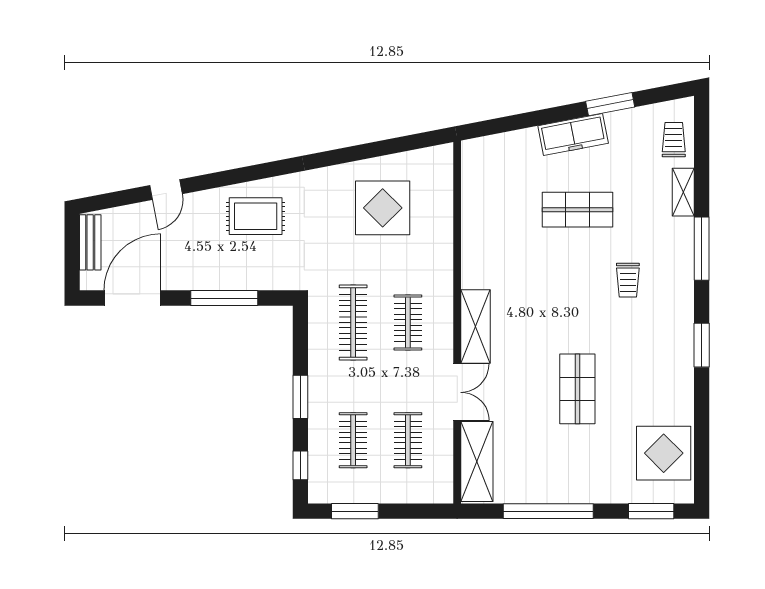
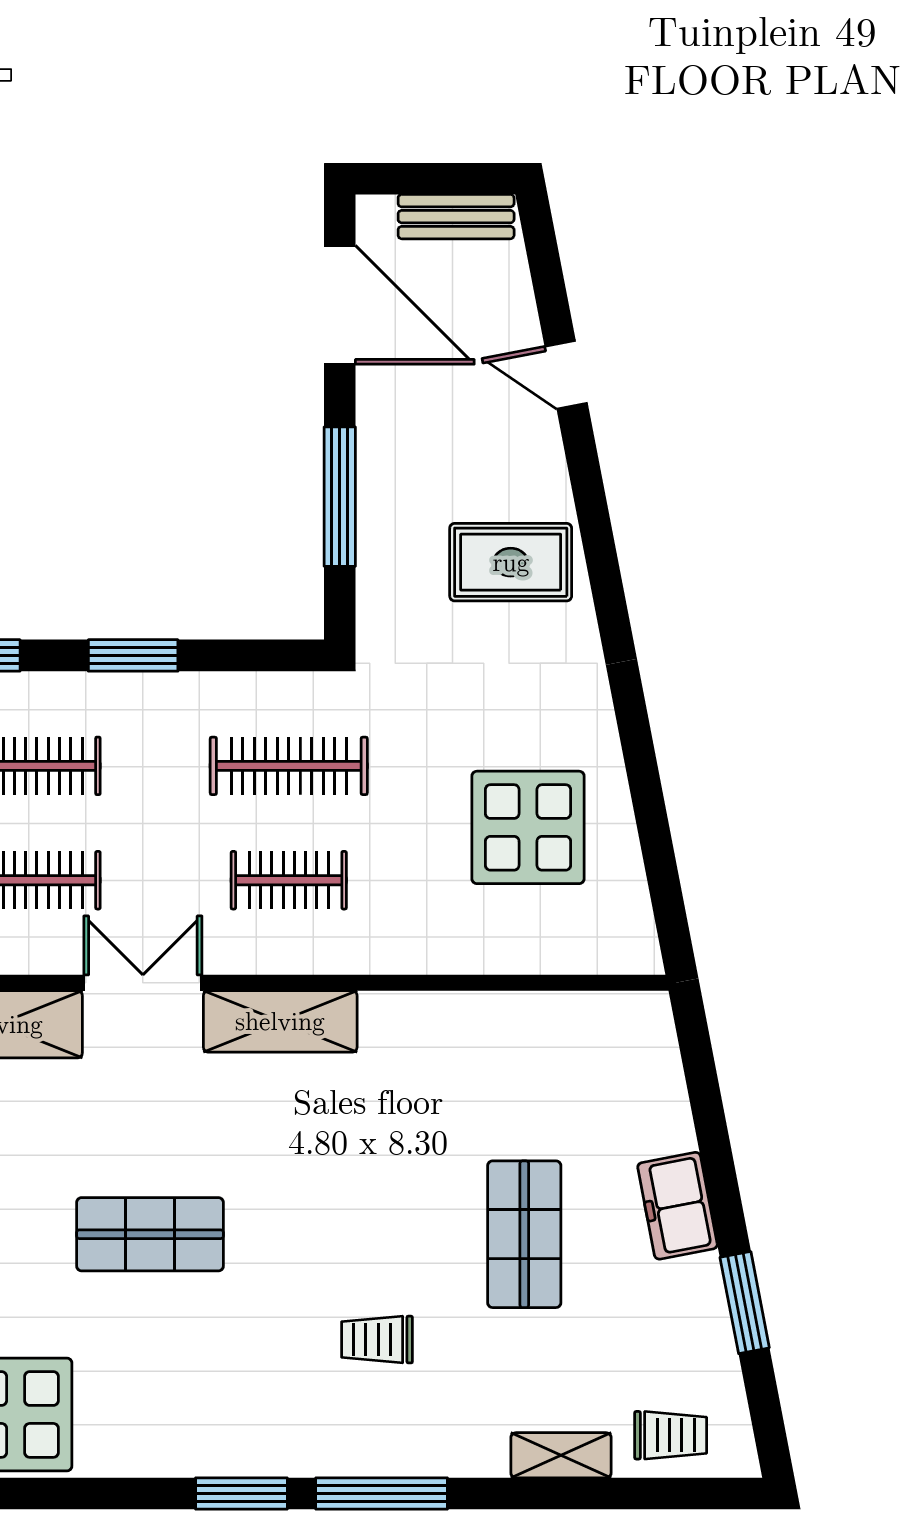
freezer: (573, 135) -> (678, 1206), width x0.71
rug: (256, 216) -> (511, 562), turned 90
window: (702, 249) -> (382, 1494), moved
double door: (457, 392) -> (143, 983), swing flipped

